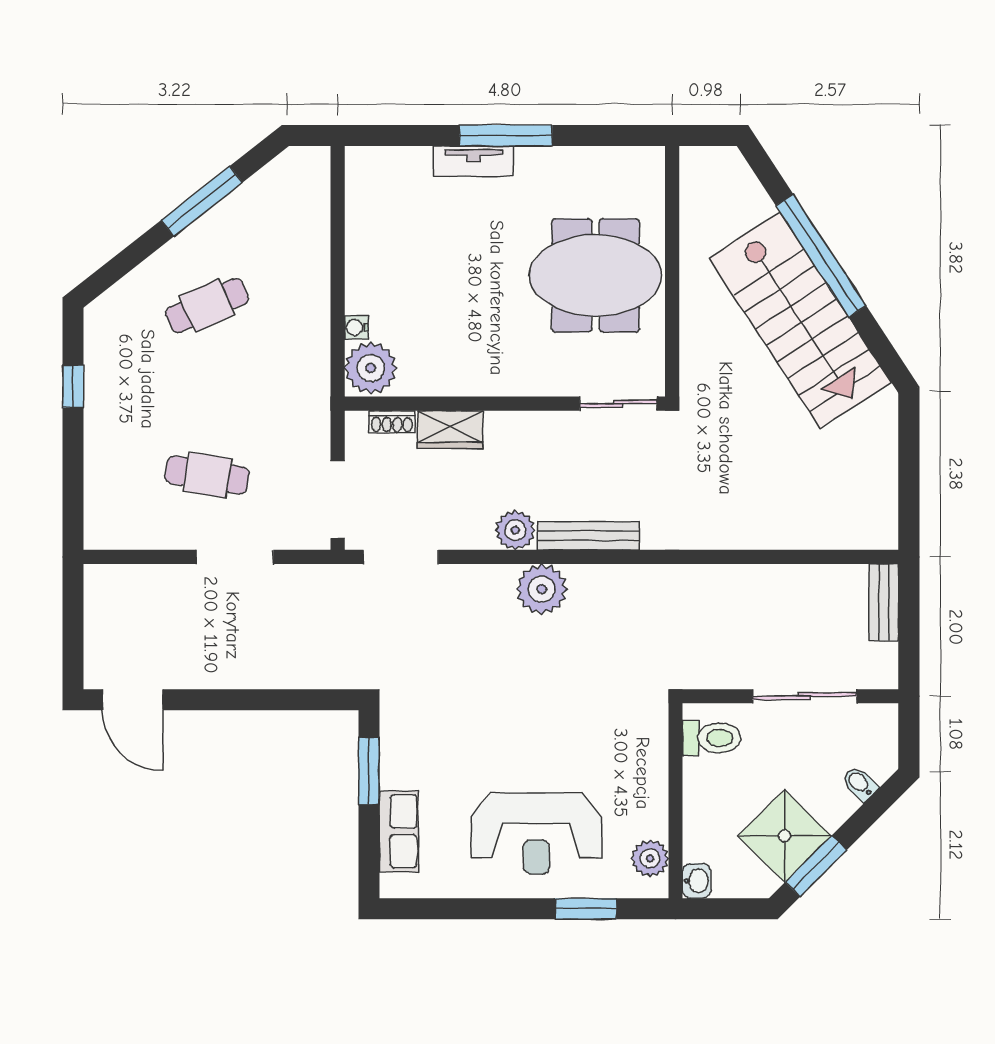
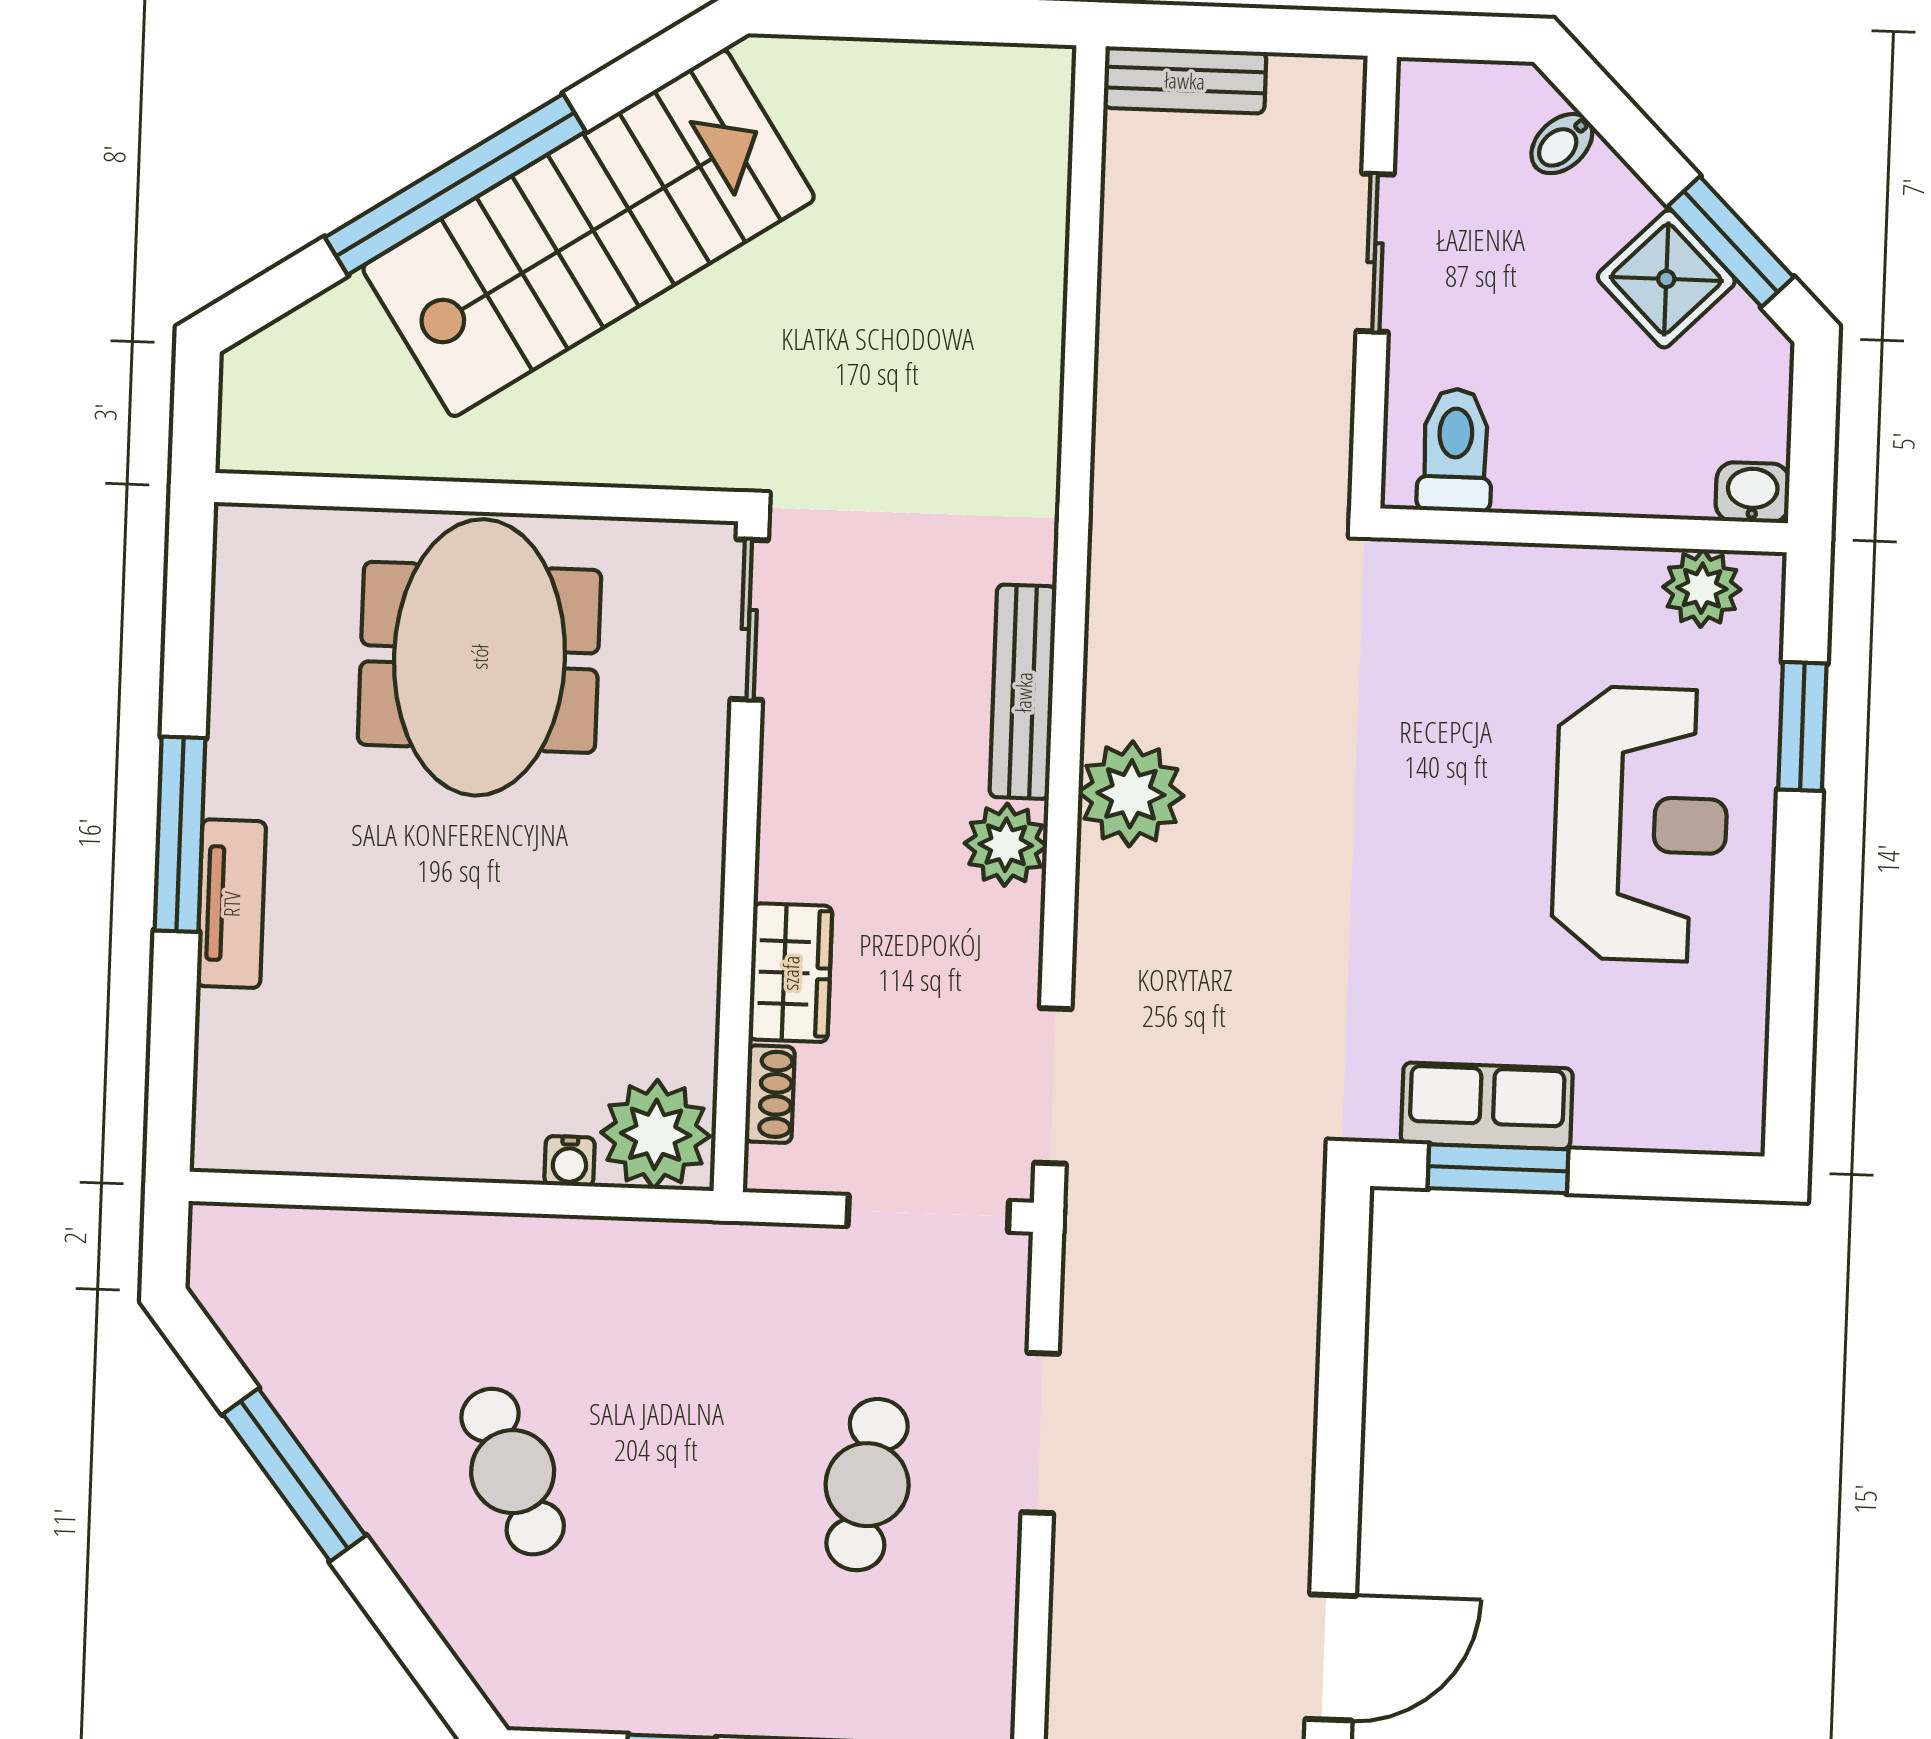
sliding door: (804, 696) -> (1375, 253), width x0.73
row of seats: (399, 831) -> (1487, 1106), moved
shower: (785, 836) -> (1666, 279), width x0.73, depth x0.73

